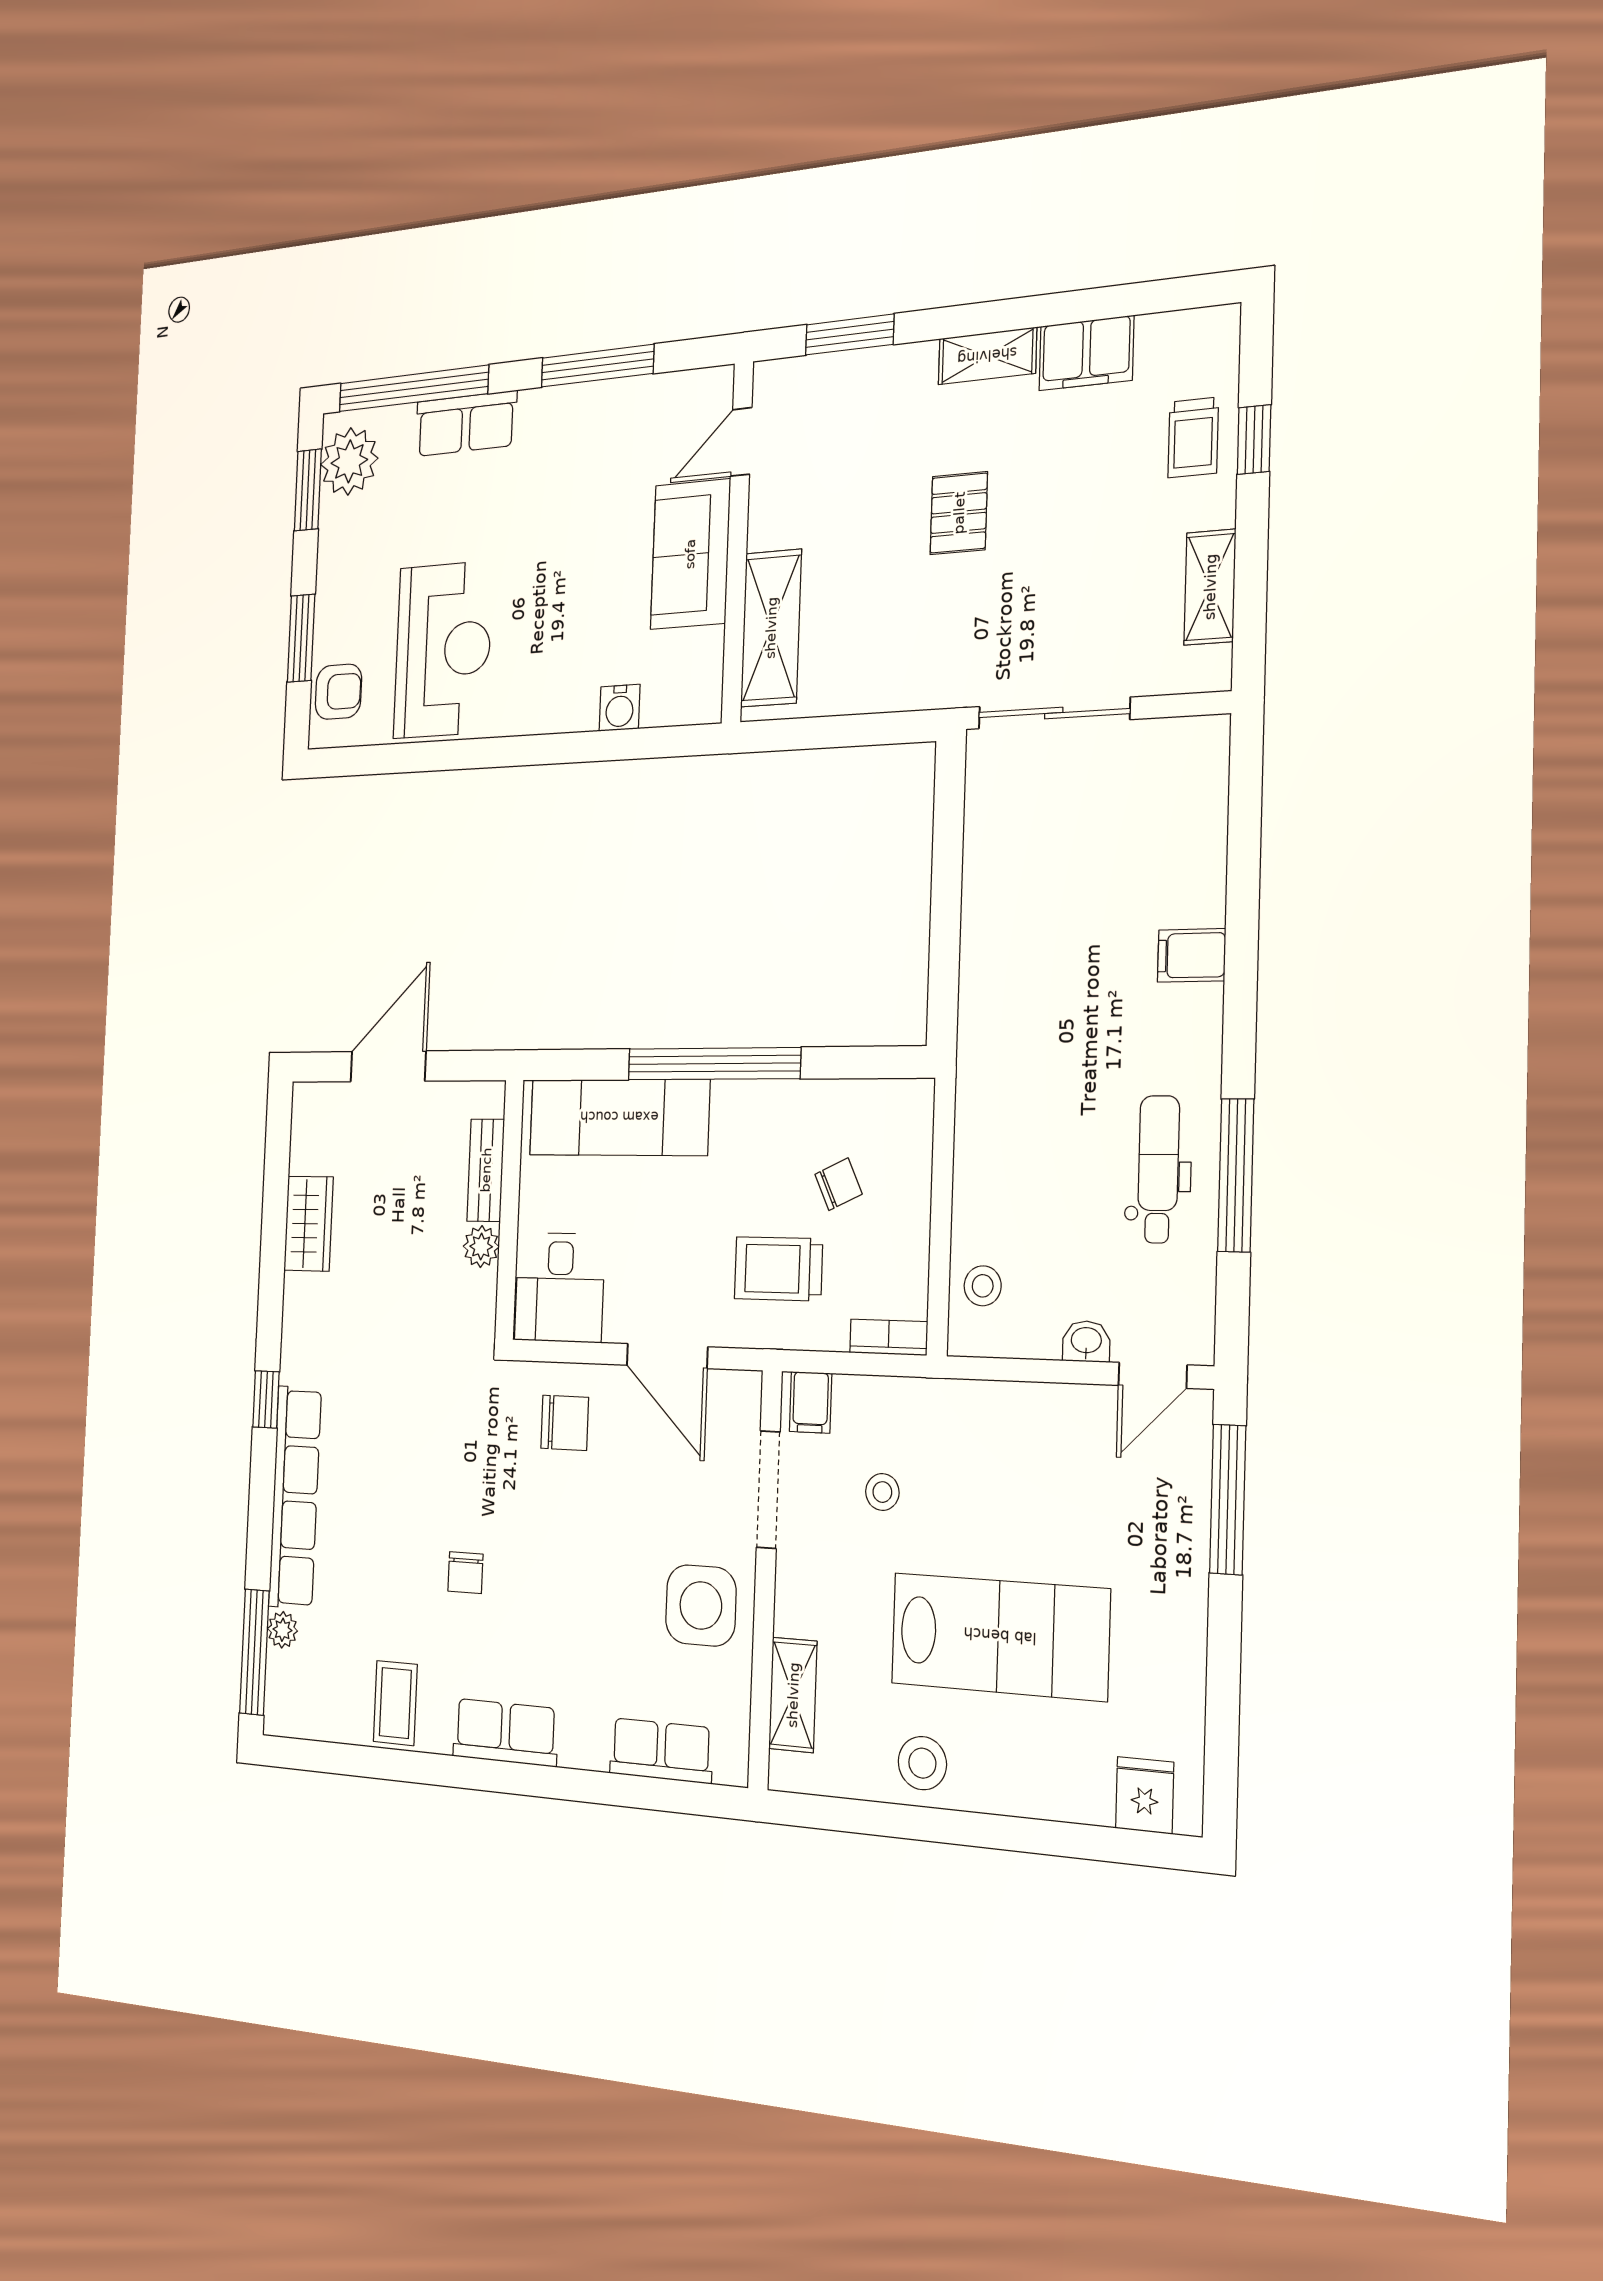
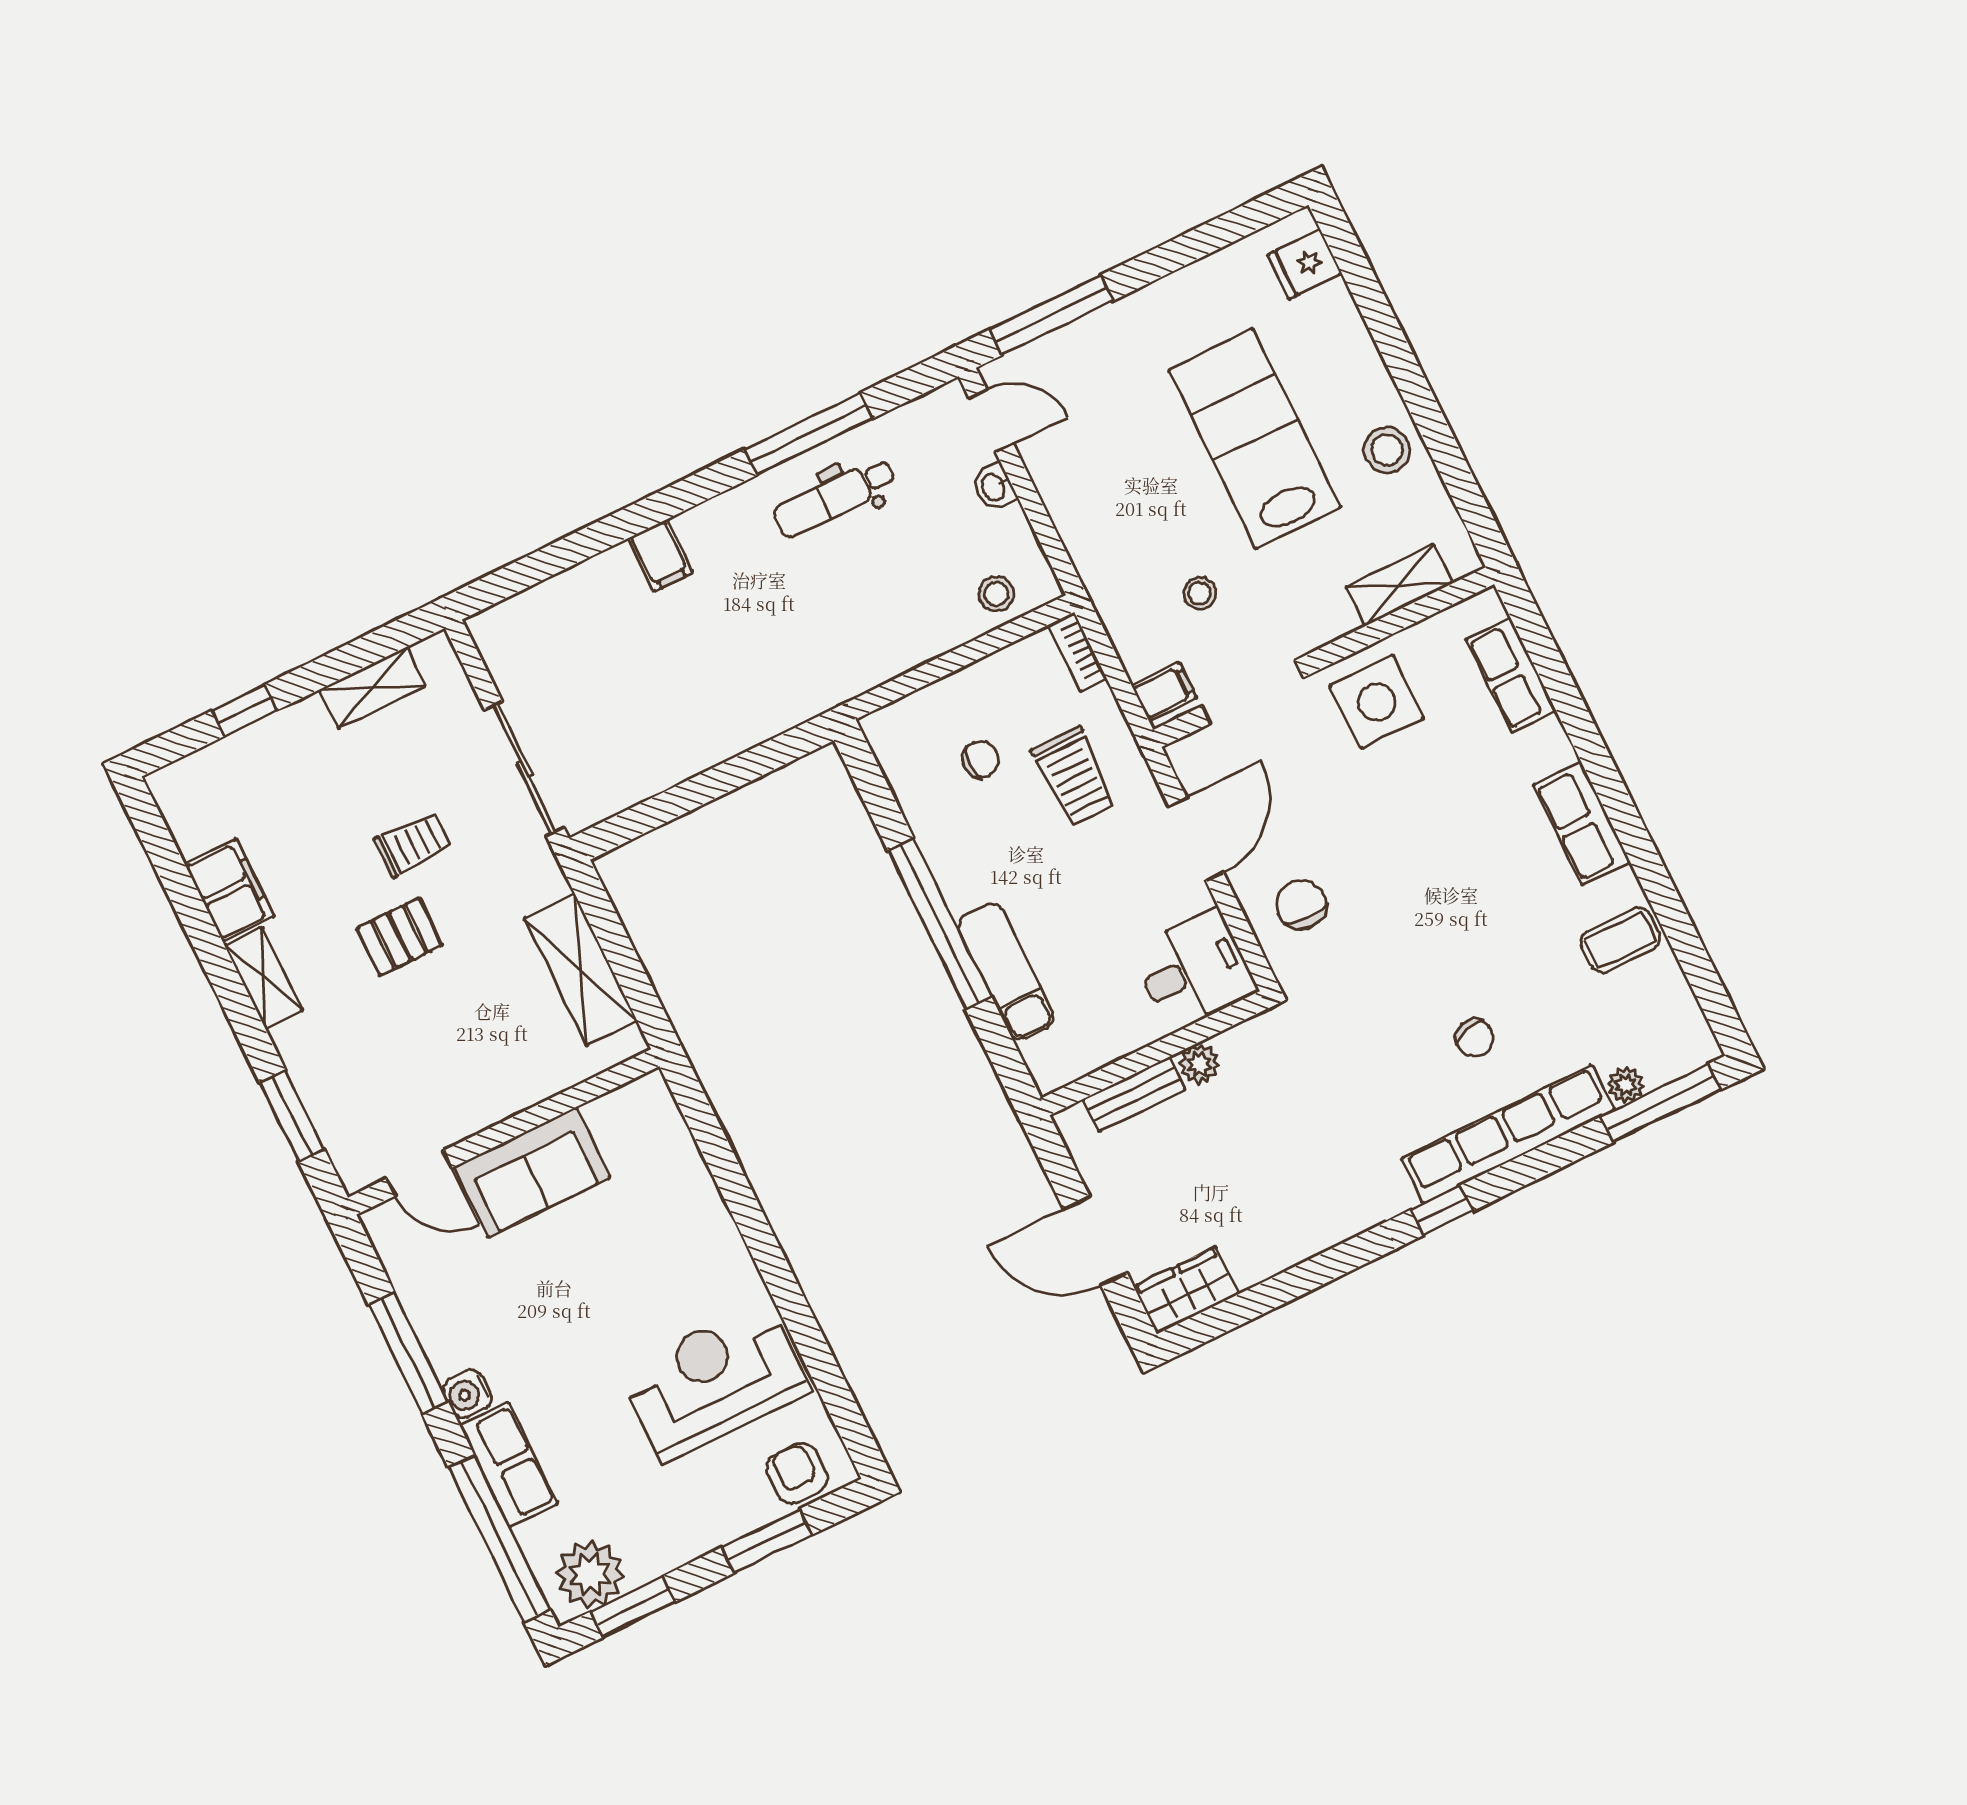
trolley: (1193, 438) -> (413, 844), moved
shelving: (771, 628) -> (581, 970), moved, turned 90
water cooler: (620, 708) -> (467, 1394), moved, turned 180
exam couch: (619, 1117) -> (1006, 971), width x0.73, depth x0.69
chair: (838, 1184) -> (980, 759), turned 115
wardrobe: (309, 1224) -> (1186, 1290), moved
chair: (465, 1573) -> (1475, 1038), moved, turned 74

